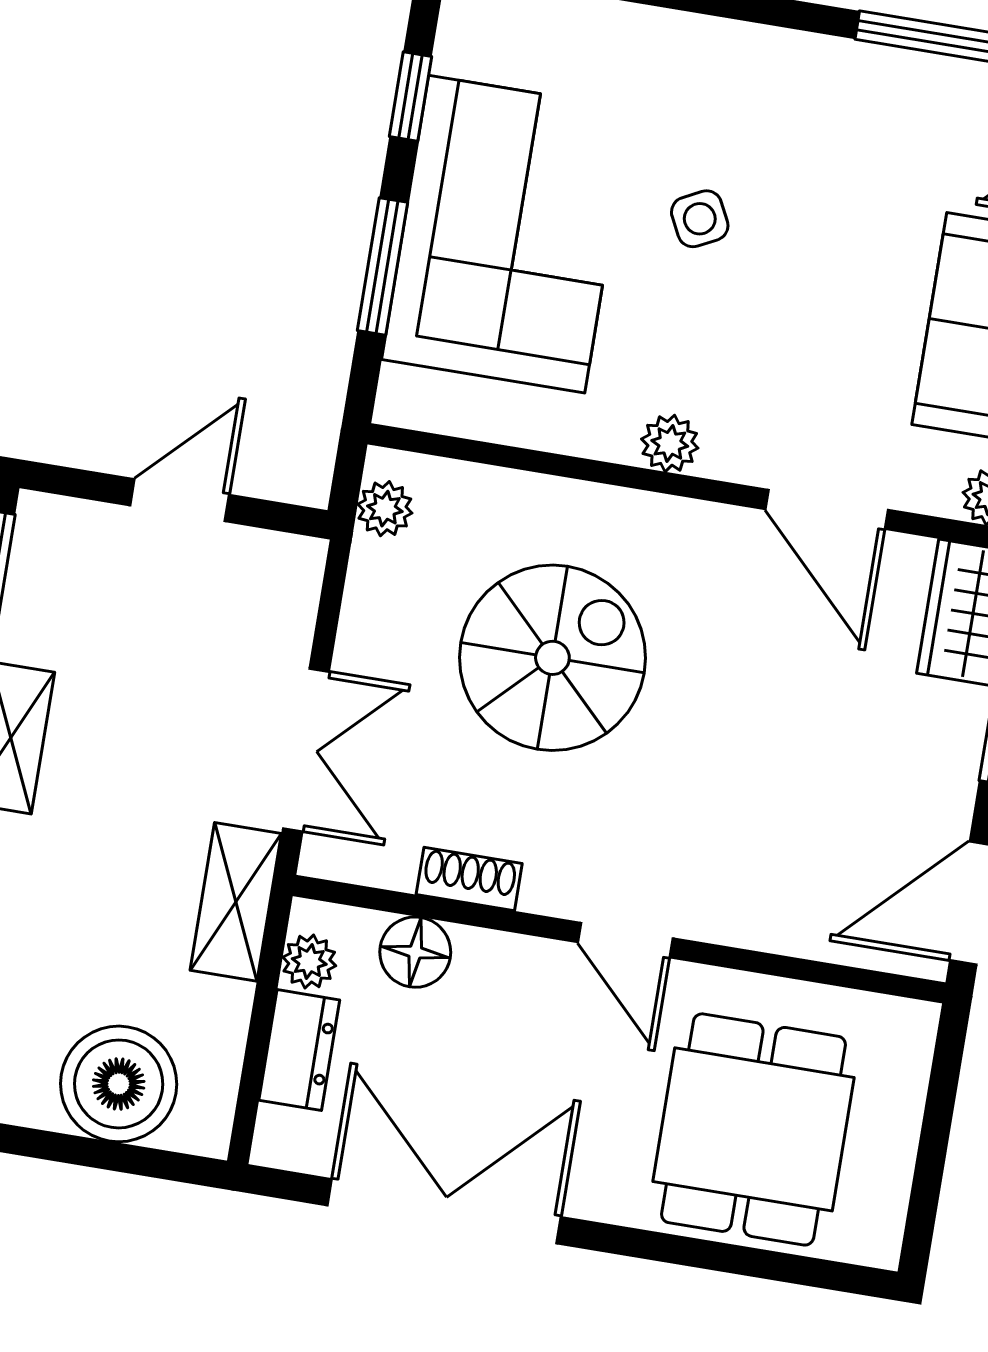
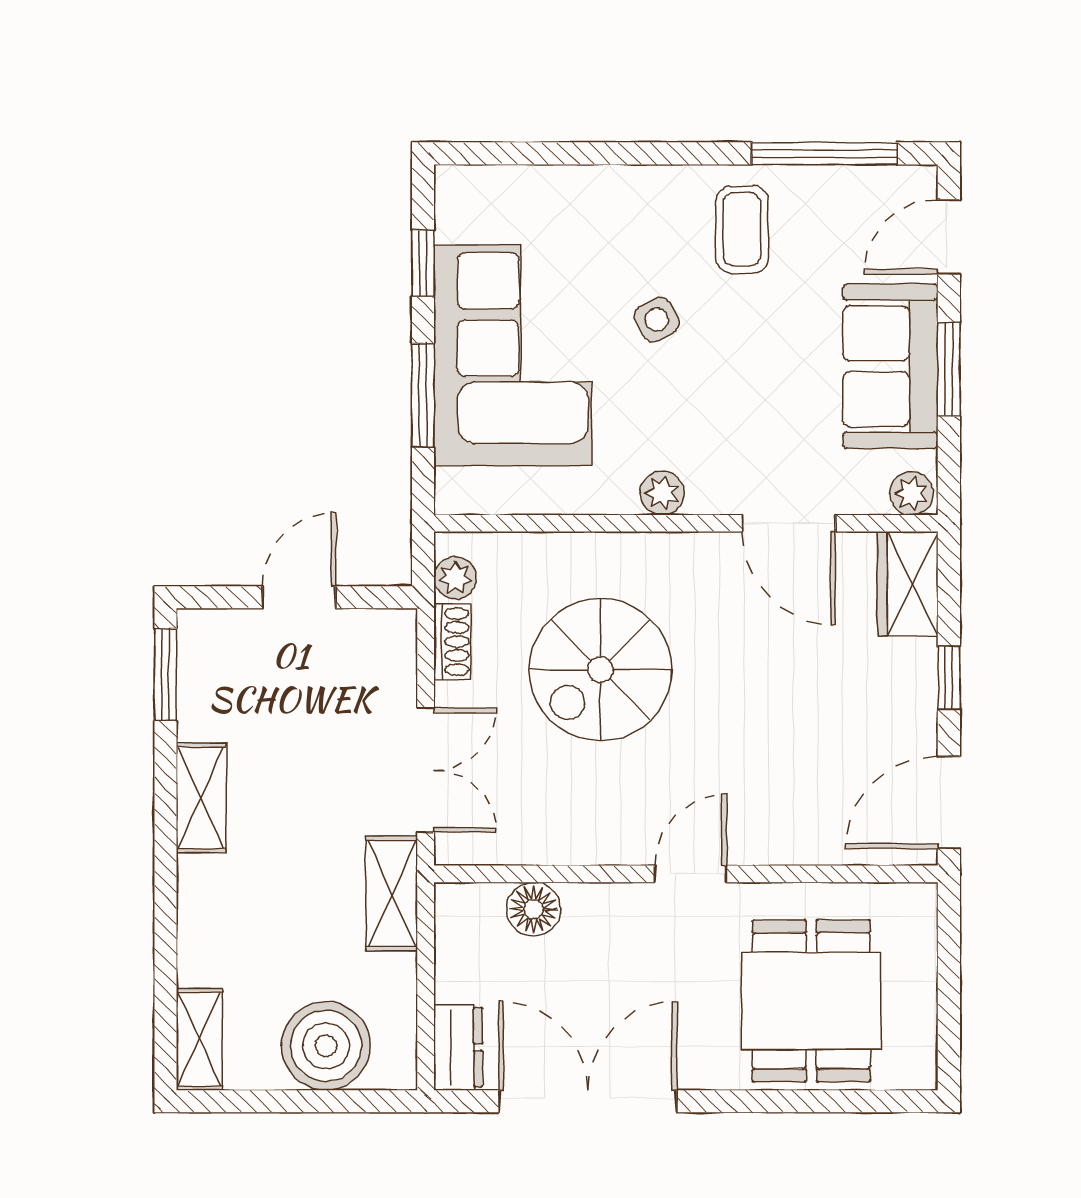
coffee table: (829, 121) -> (742, 229), added
spiral stairs: (552, 658) -> (600, 670), turned 180
shoe rack: (469, 879) -> (452, 642), moved, turned 90
door: (625, 940) -> (691, 874), swing flipped
plant: (309, 962) -> (455, 930), removed
dresser: (299, 1050) -> (458, 1047), moved

